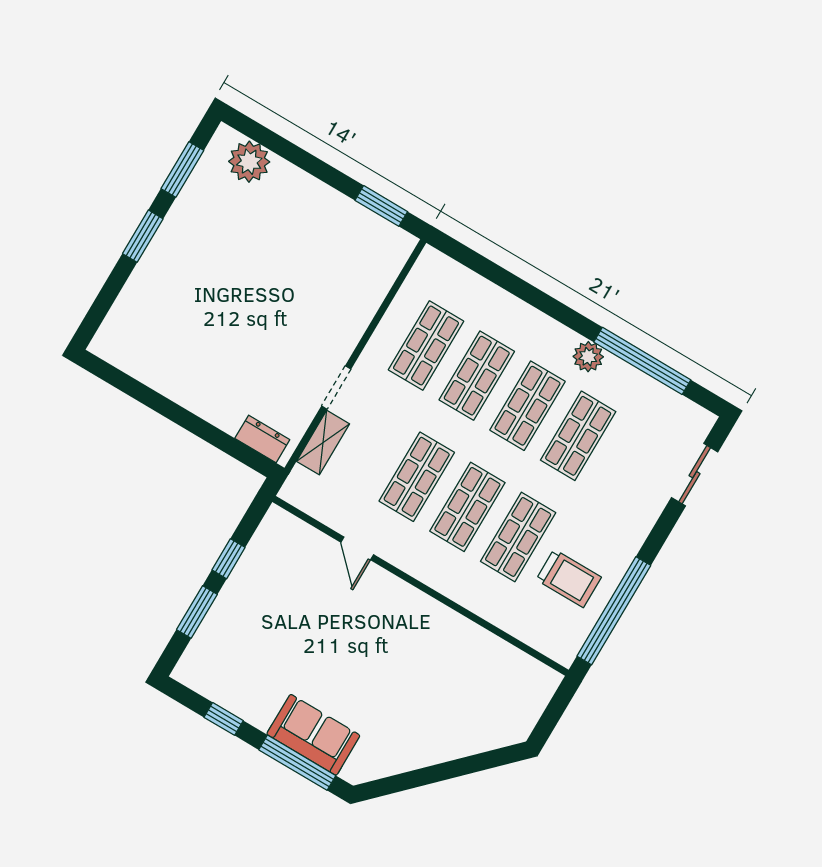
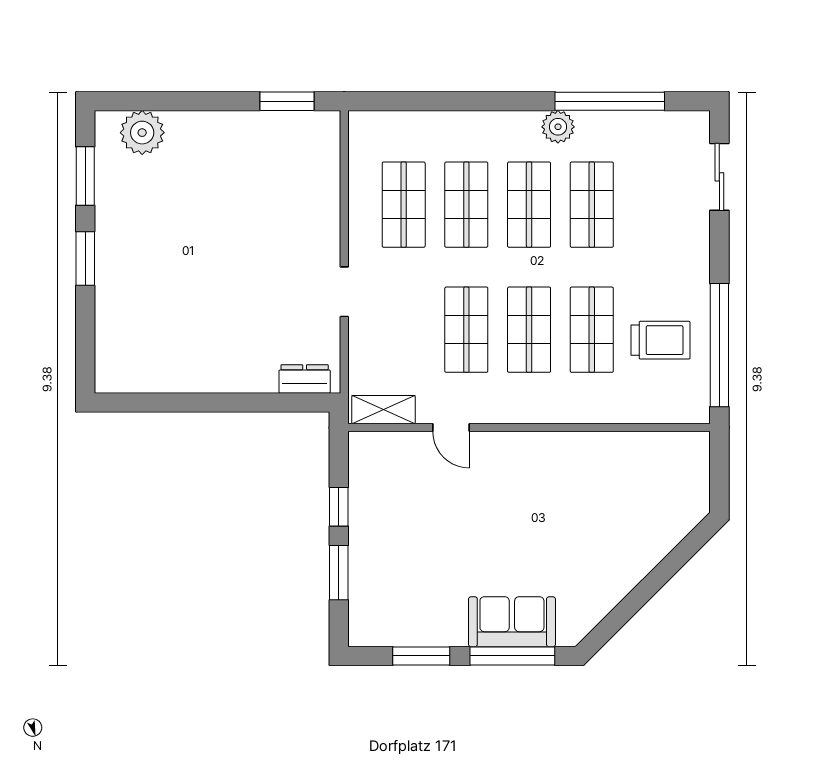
shelving: (323, 443) -> (383, 410), moved, turned 90
window: (224, 719) -> (421, 656), width x1.50

